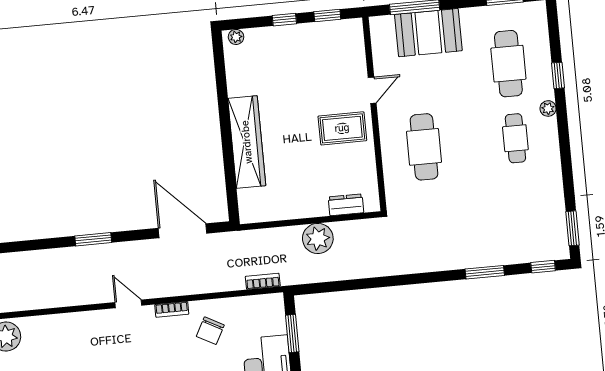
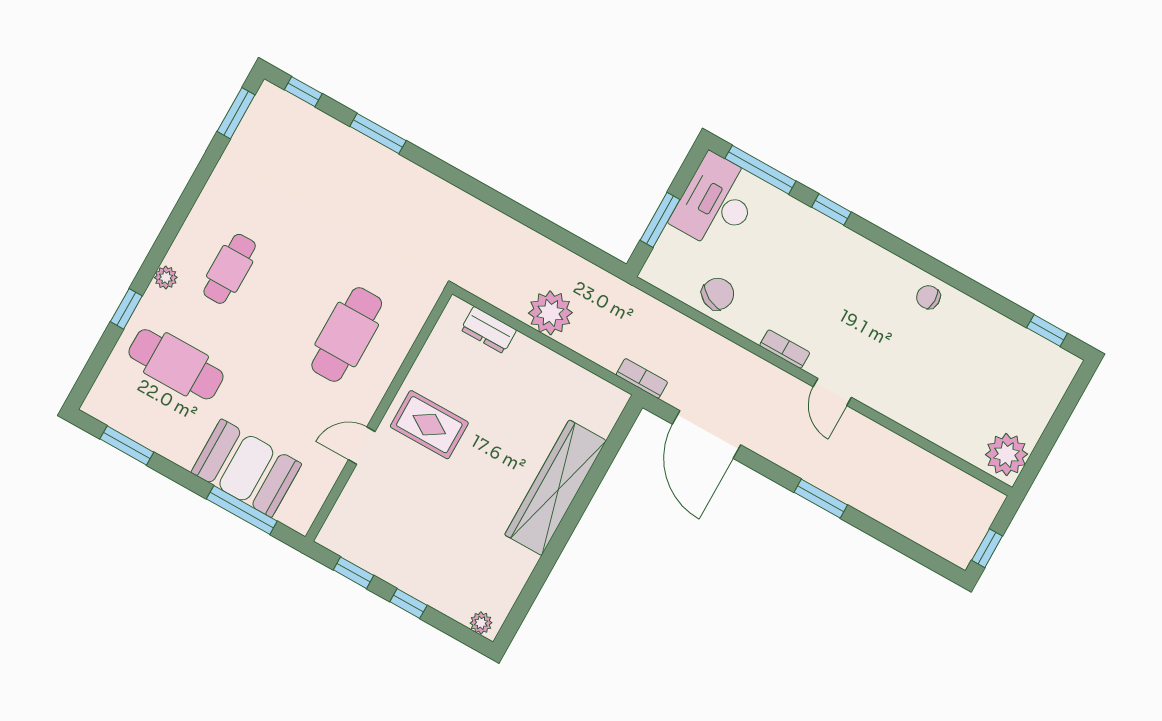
cafe table: (508, 64) -> (176, 364), turned 90
bookcase: (263, 281) -> (642, 378), moved, turned 180
chair: (210, 331) -> (718, 294), moved

